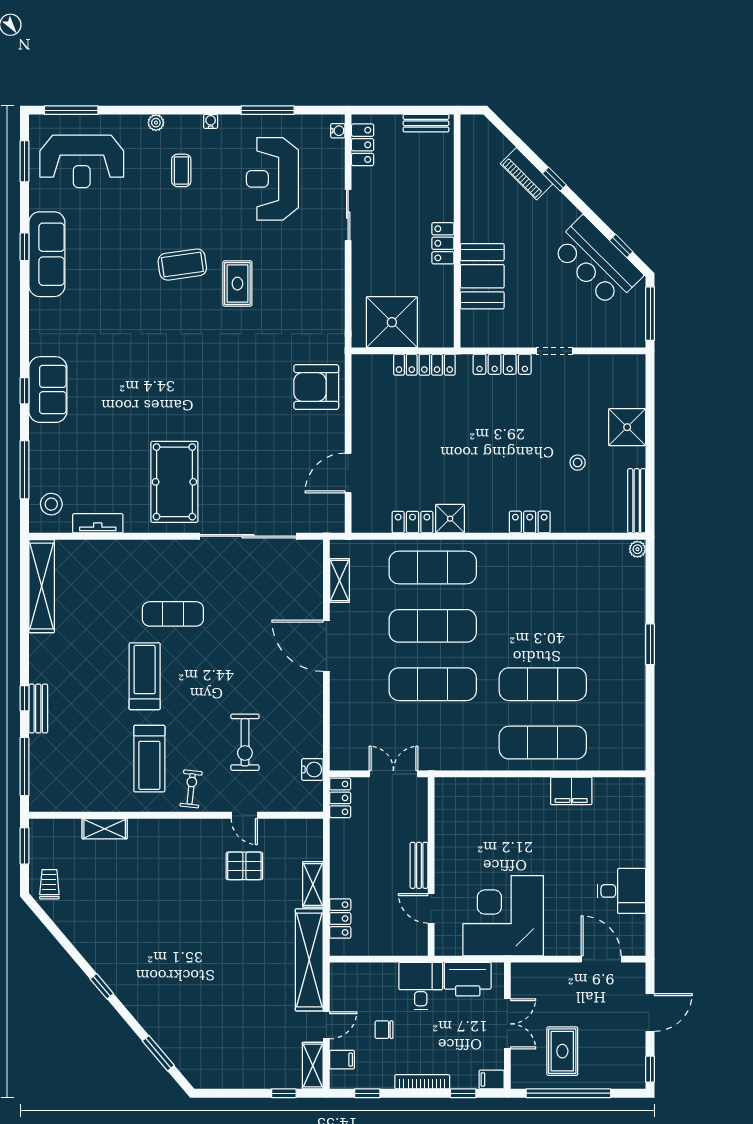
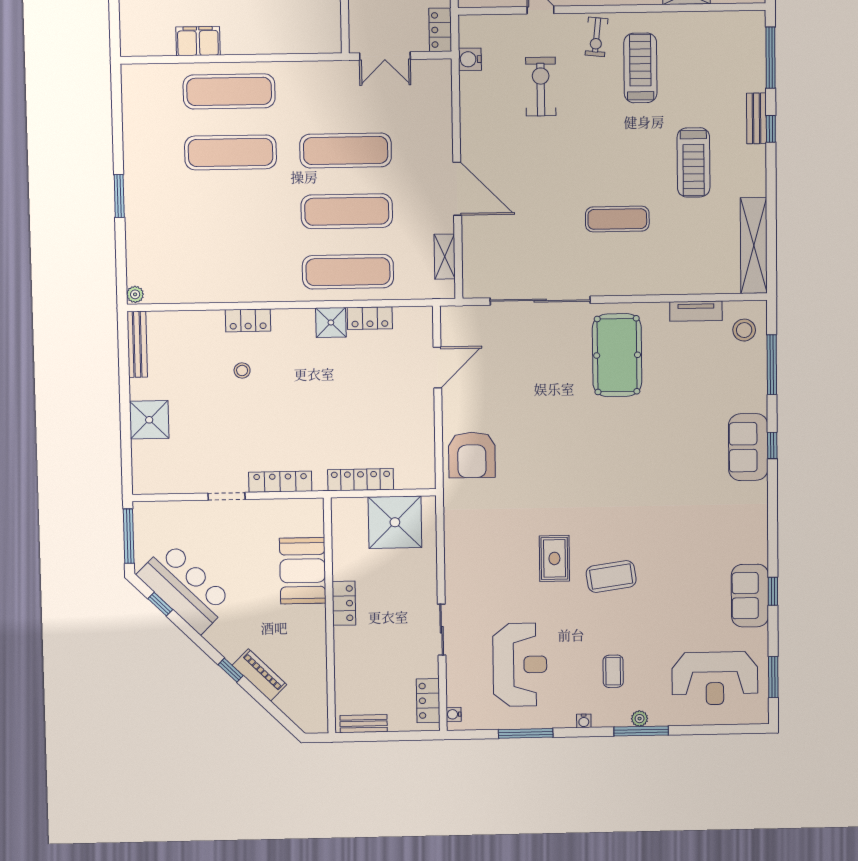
window: (71, 110) -> (641, 731), moved
reception desk: (82, 161) -> (715, 678), turned 180
sofa: (47, 254) -> (750, 596), width x0.73
armchair: (316, 387) -> (472, 455), turned 90
stool: (578, 463) -> (242, 370), moved
treadmill: (145, 676) -> (694, 162), moved

